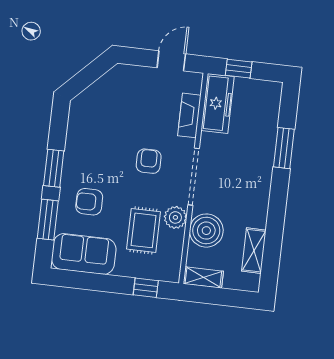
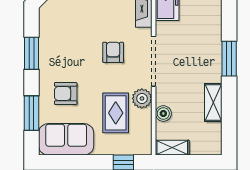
window: (284, 148) -> (229, 59), moved
window: (54, 168) -> (31, 53), moved
boiler: (206, 231) -> (163, 114), width x0.54, depth x0.54
shelving: (254, 251) -> (213, 102), moved

